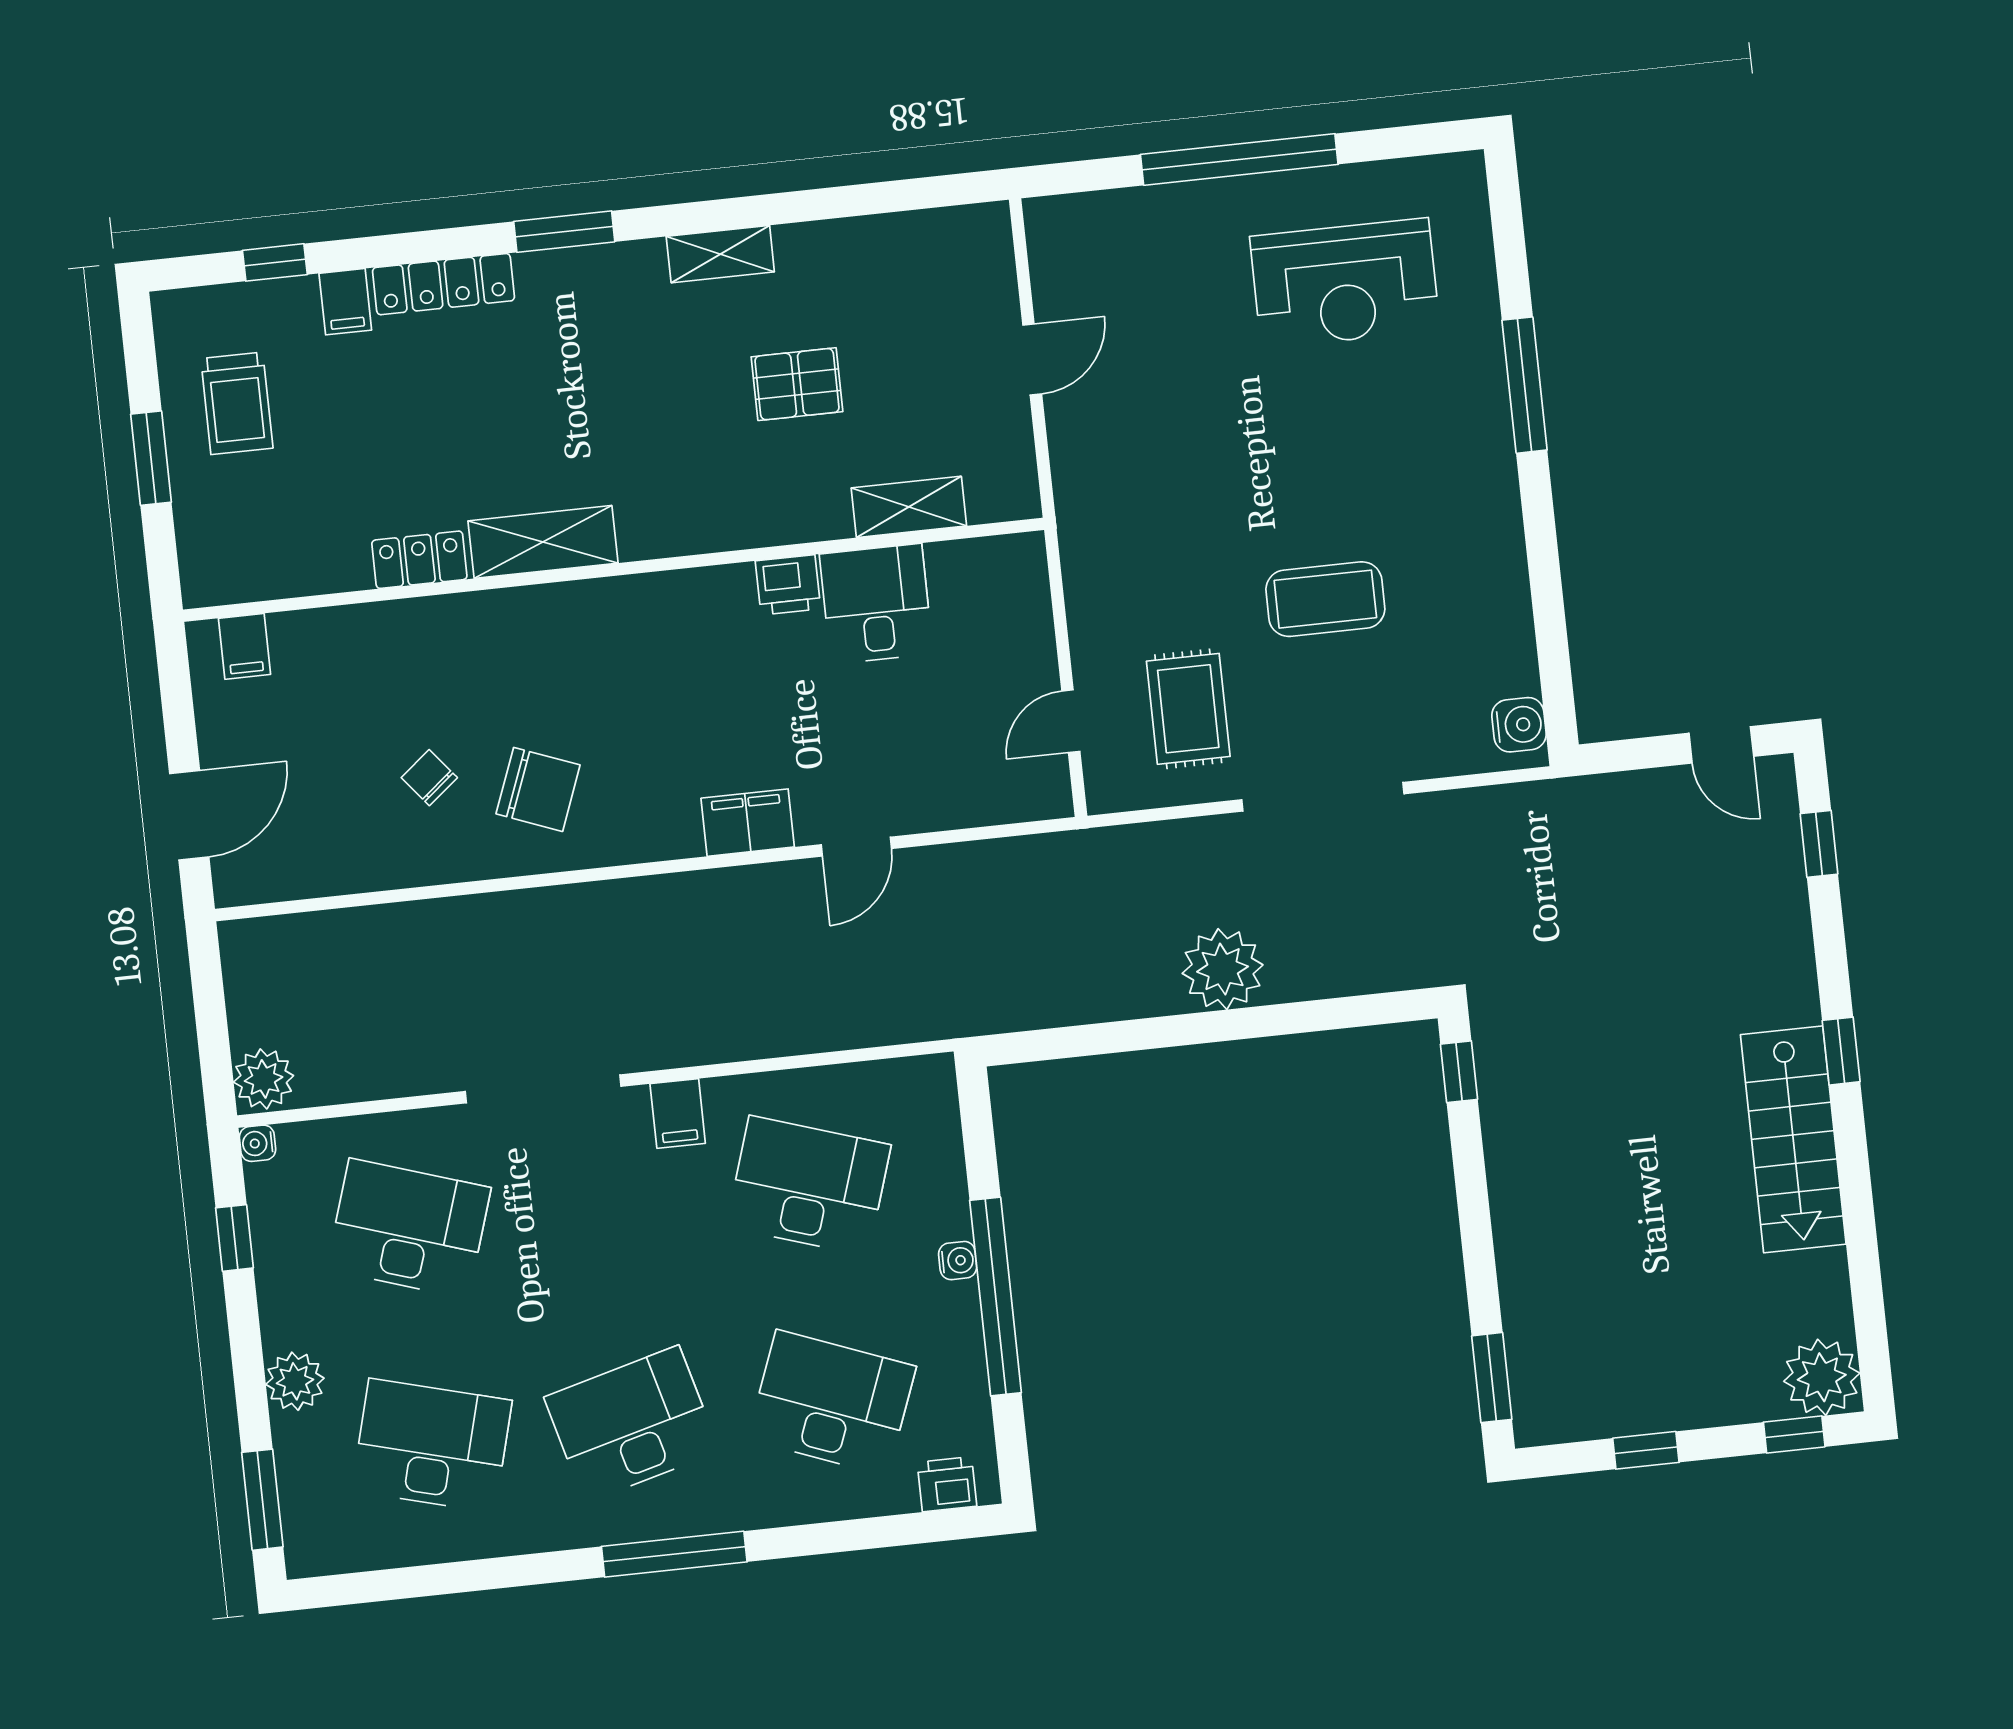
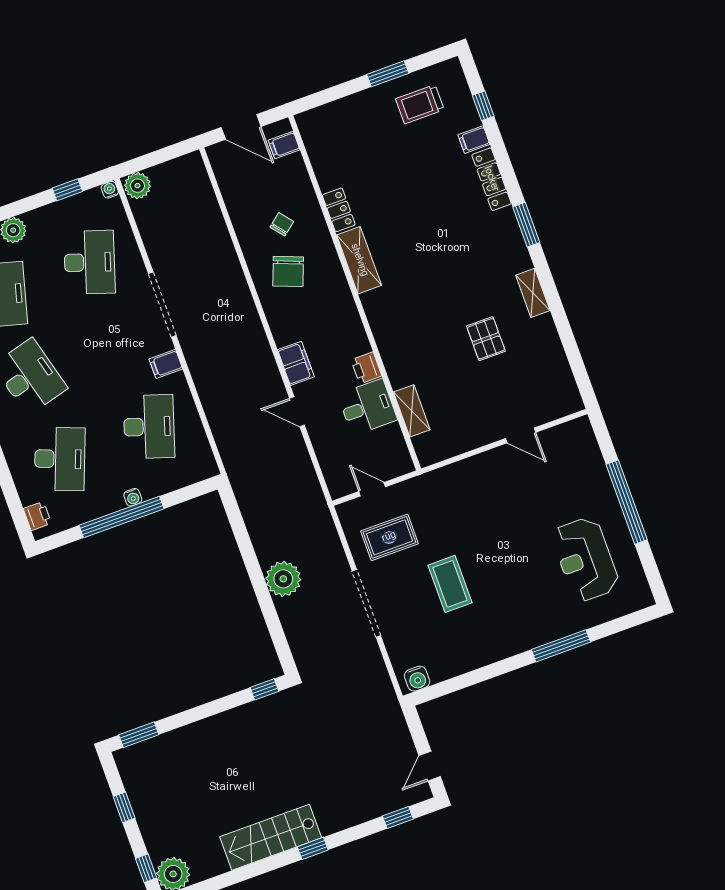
shelving: (909, 507) -> (412, 411), moved
shelving: (543, 542) -> (359, 260), moved
locker: (419, 560) -> (339, 210), moved
wall: (614, 570) -> (355, 293), moved
printer: (788, 585) -> (366, 368), moved
desk: (876, 604) -> (367, 407), moved
filing cabinet: (244, 646) -> (284, 145), moved

